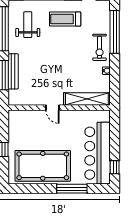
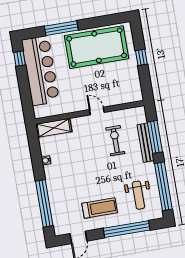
exercise bike: (100, 47) -> (115, 141), moved
shelving: (87, 99) -> (54, 128), width x0.68

